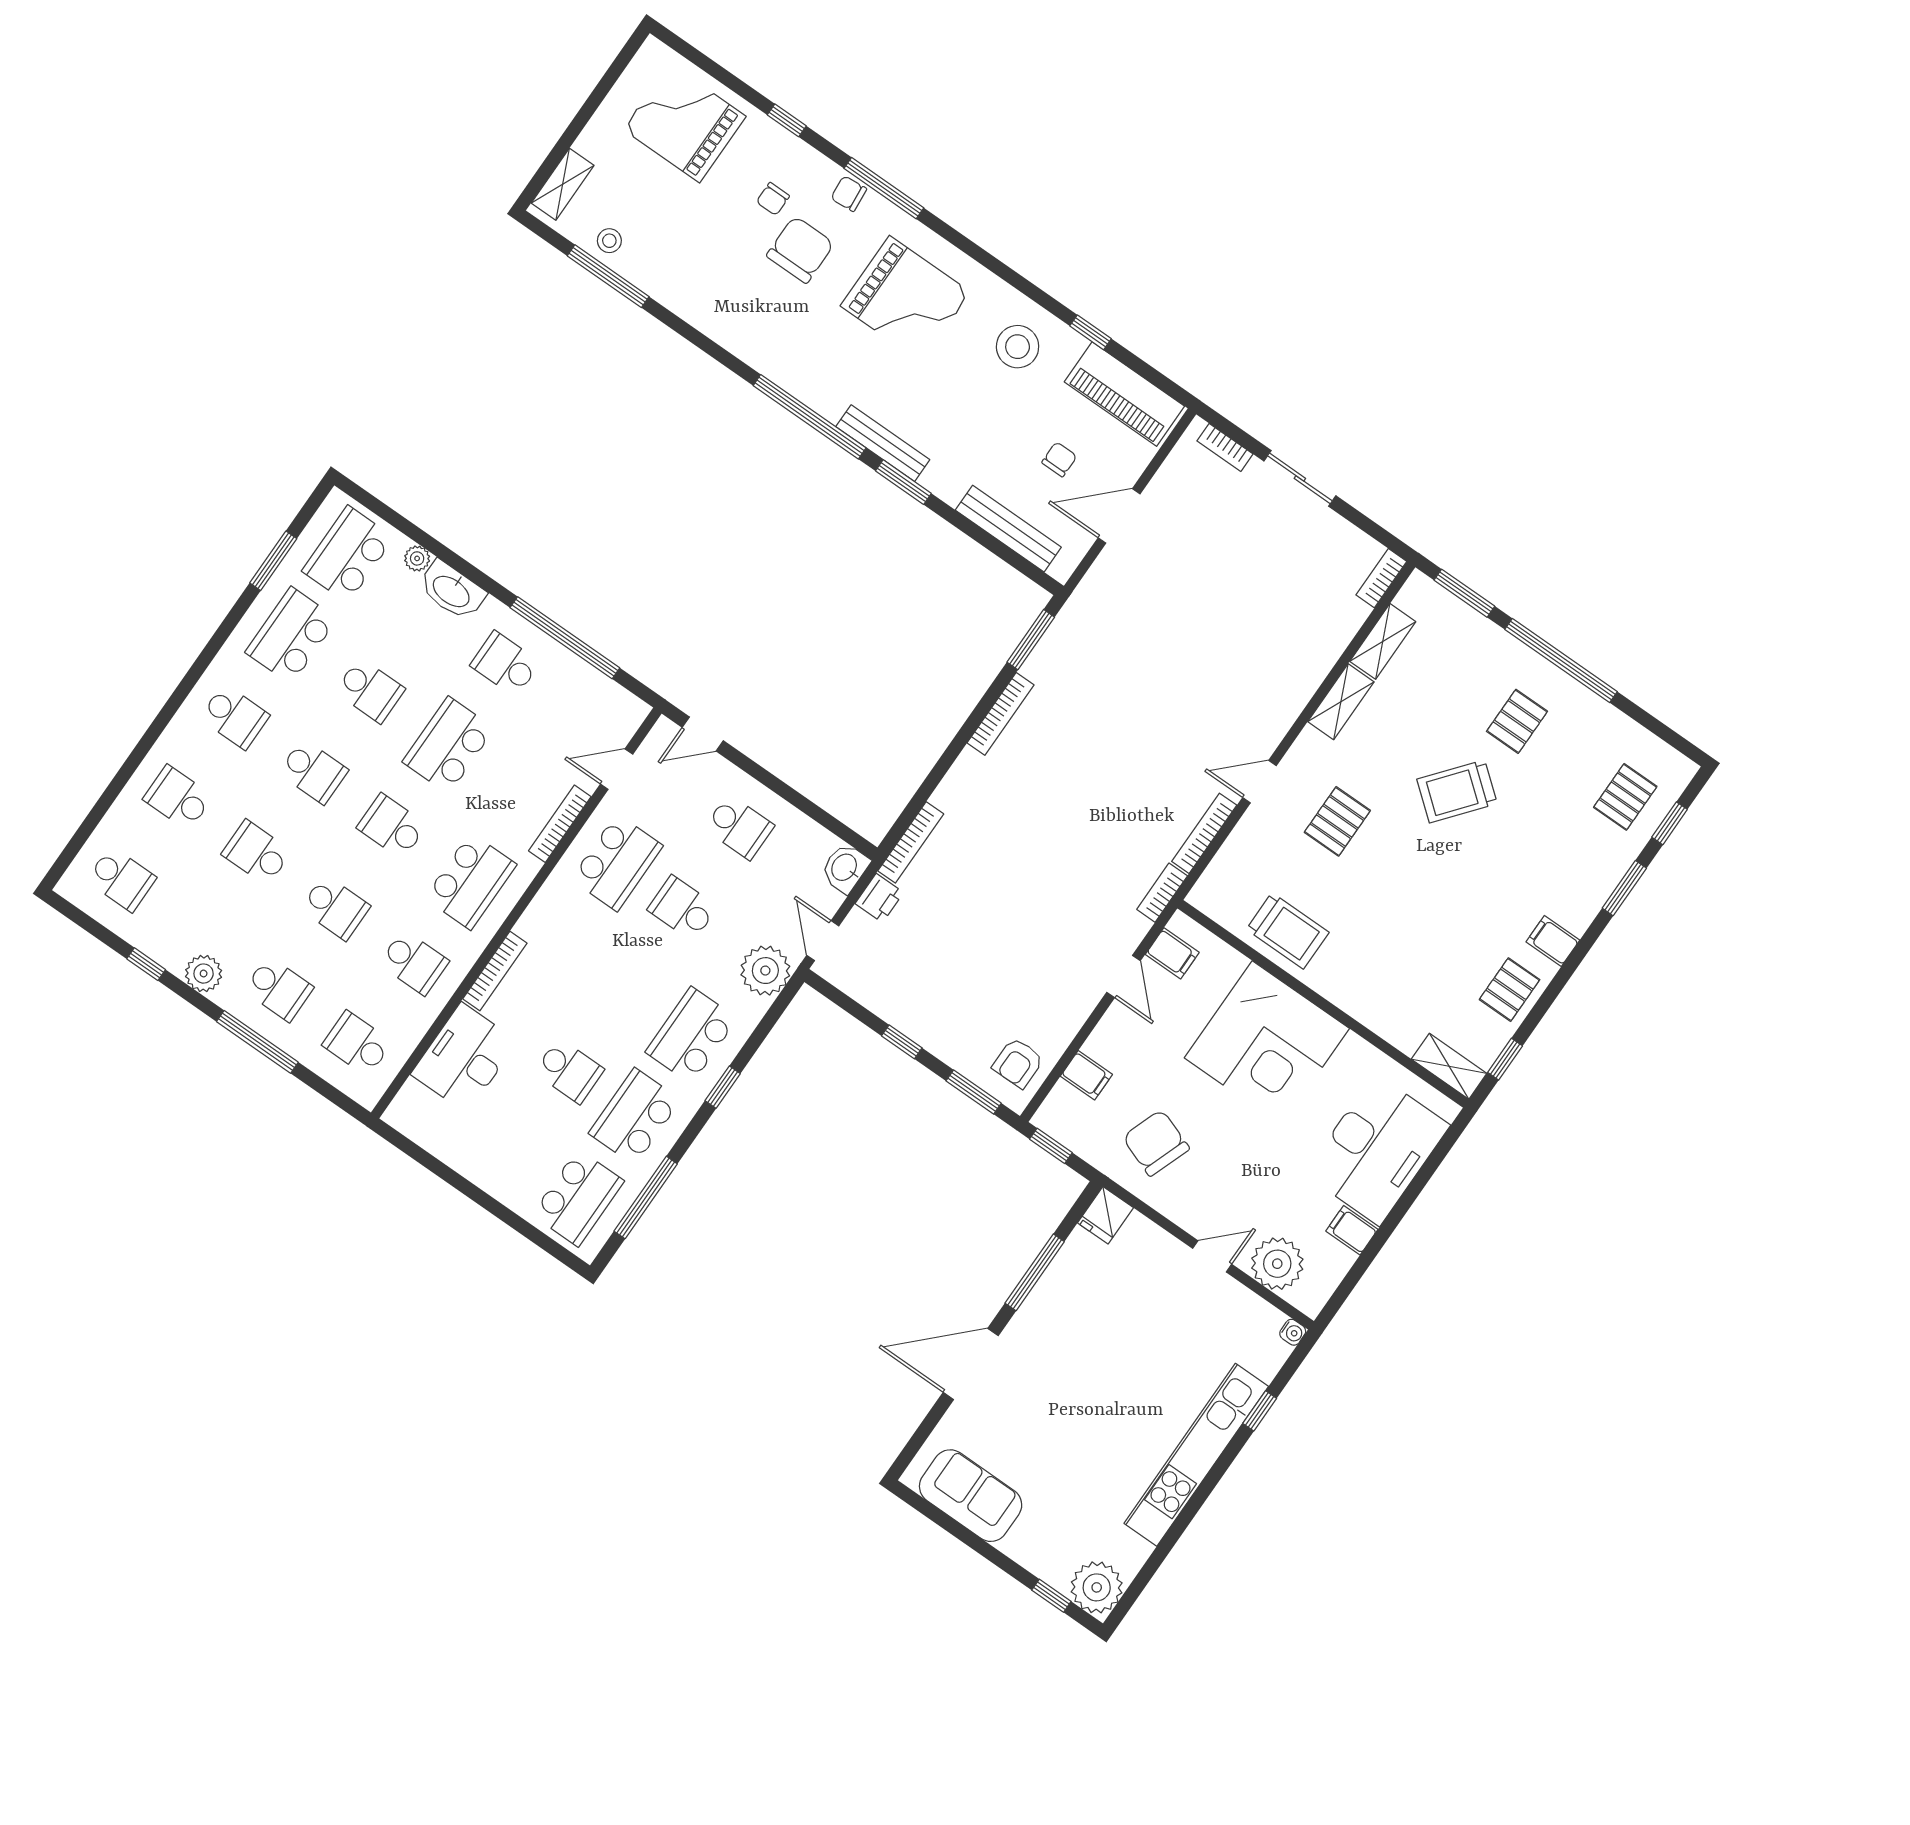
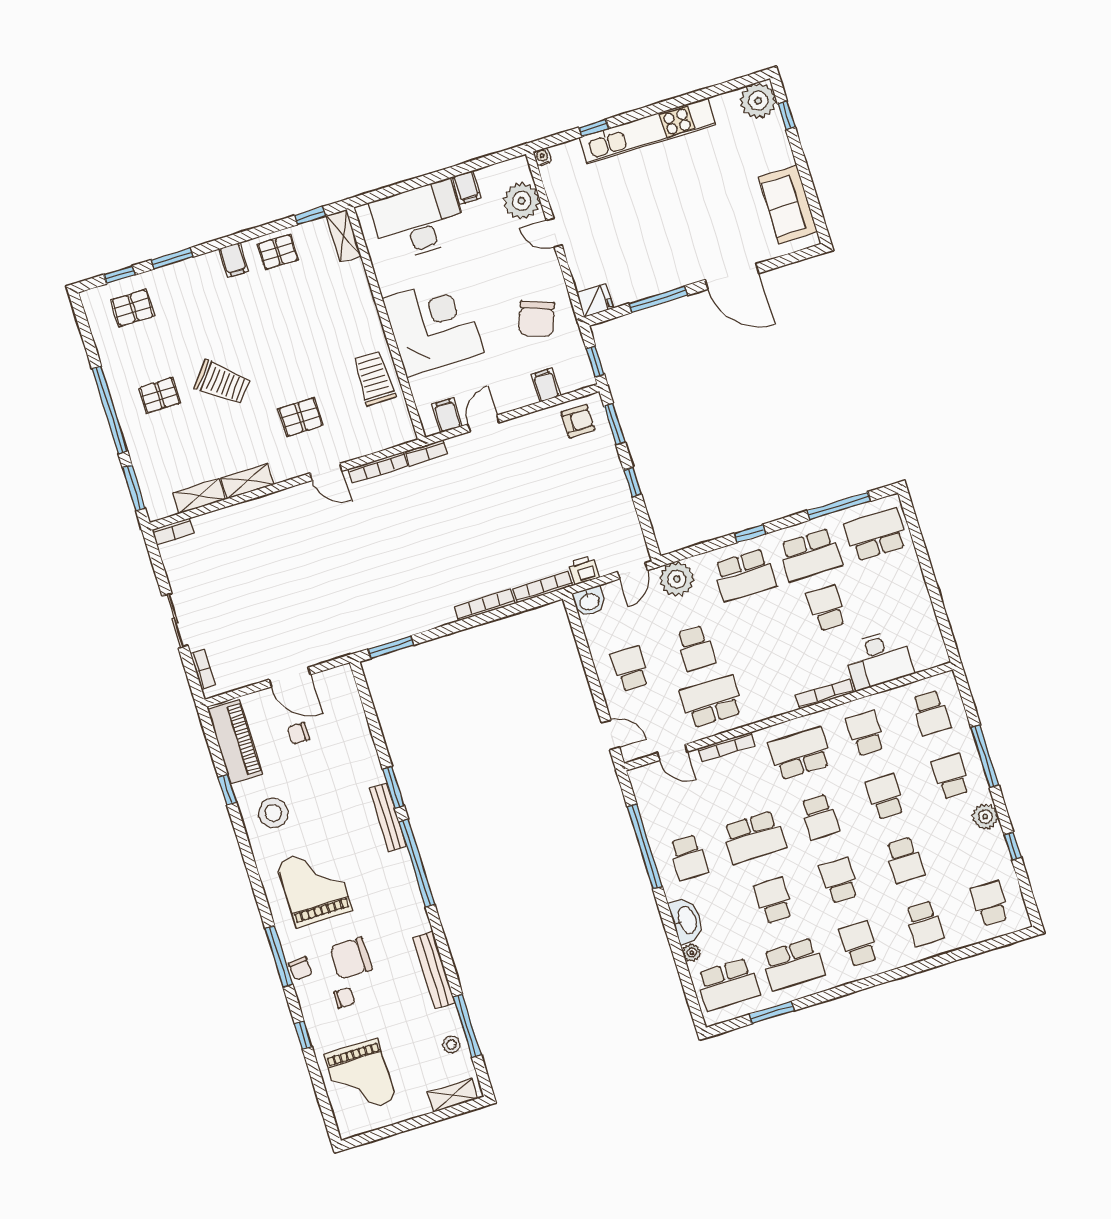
bench: (1008, 529) -> (434, 970), moved
bookcase: (1001, 714) -> (484, 605), moved

